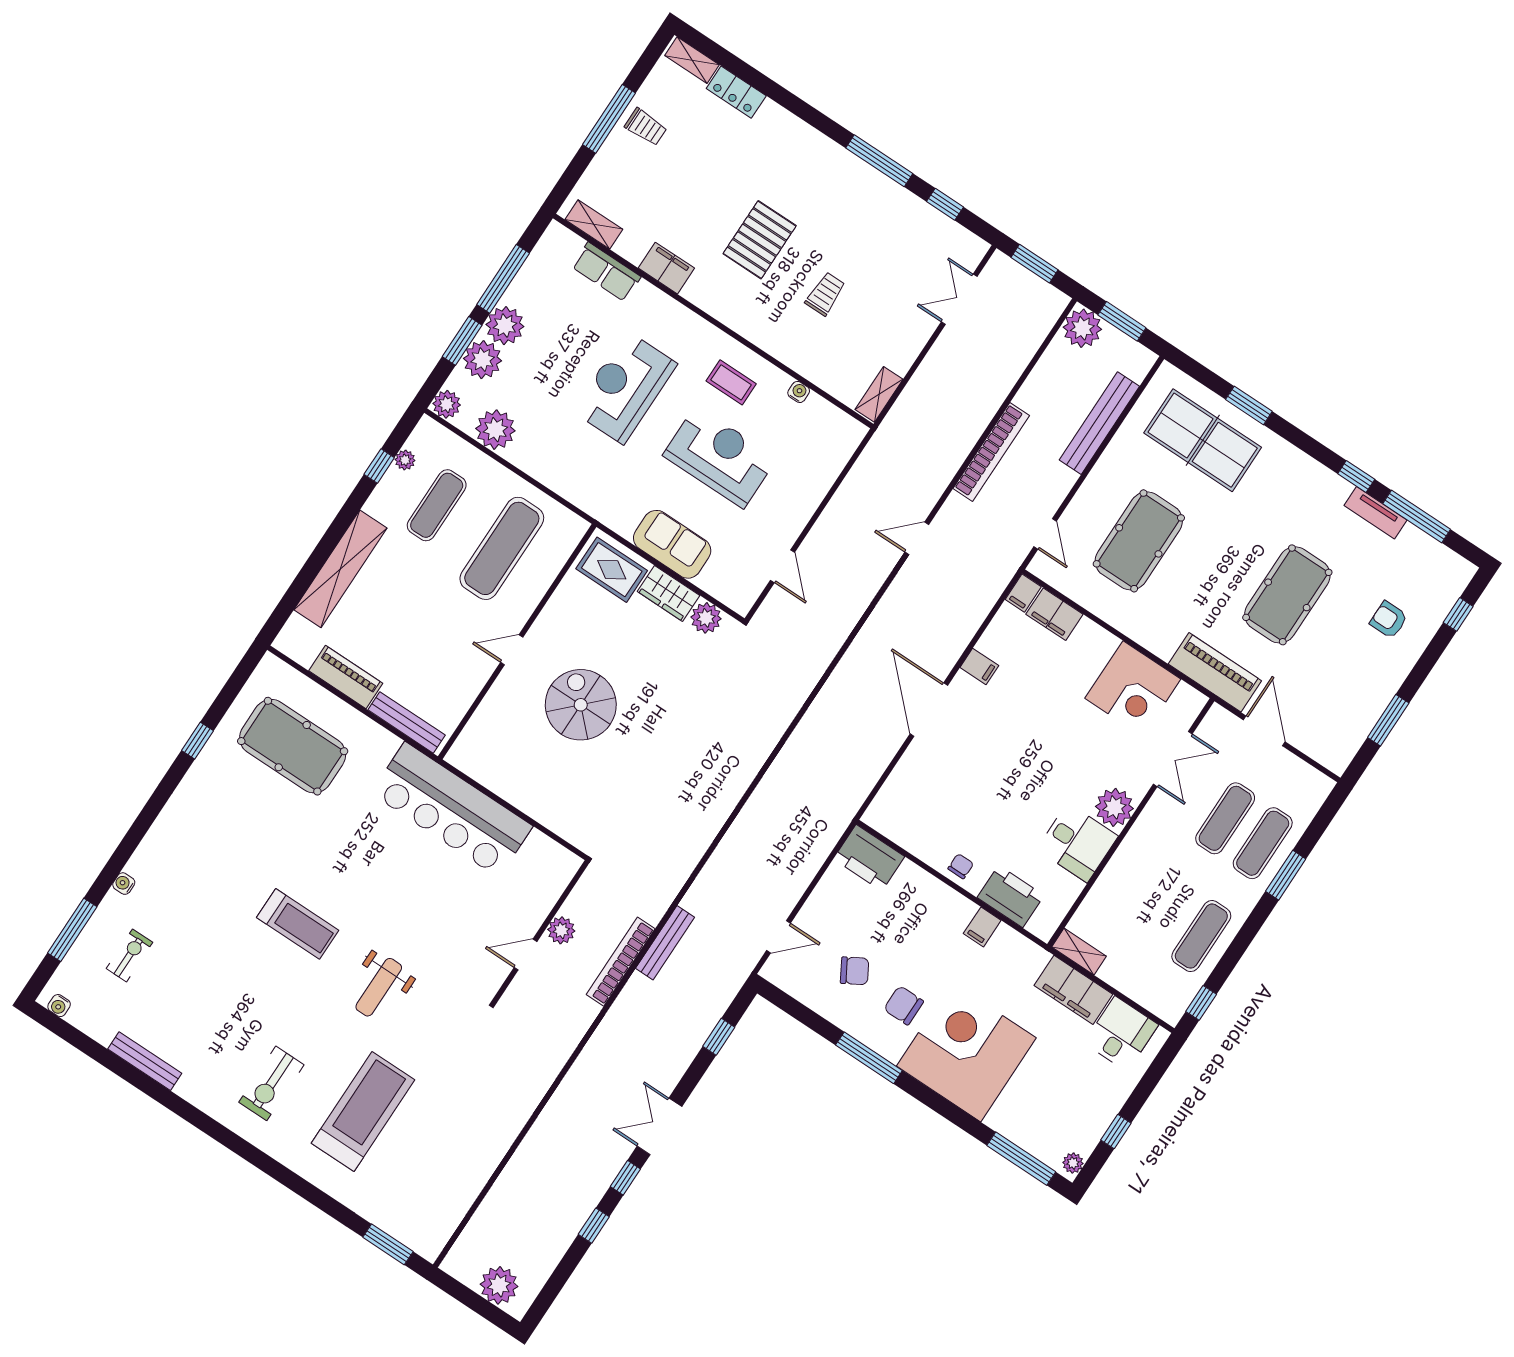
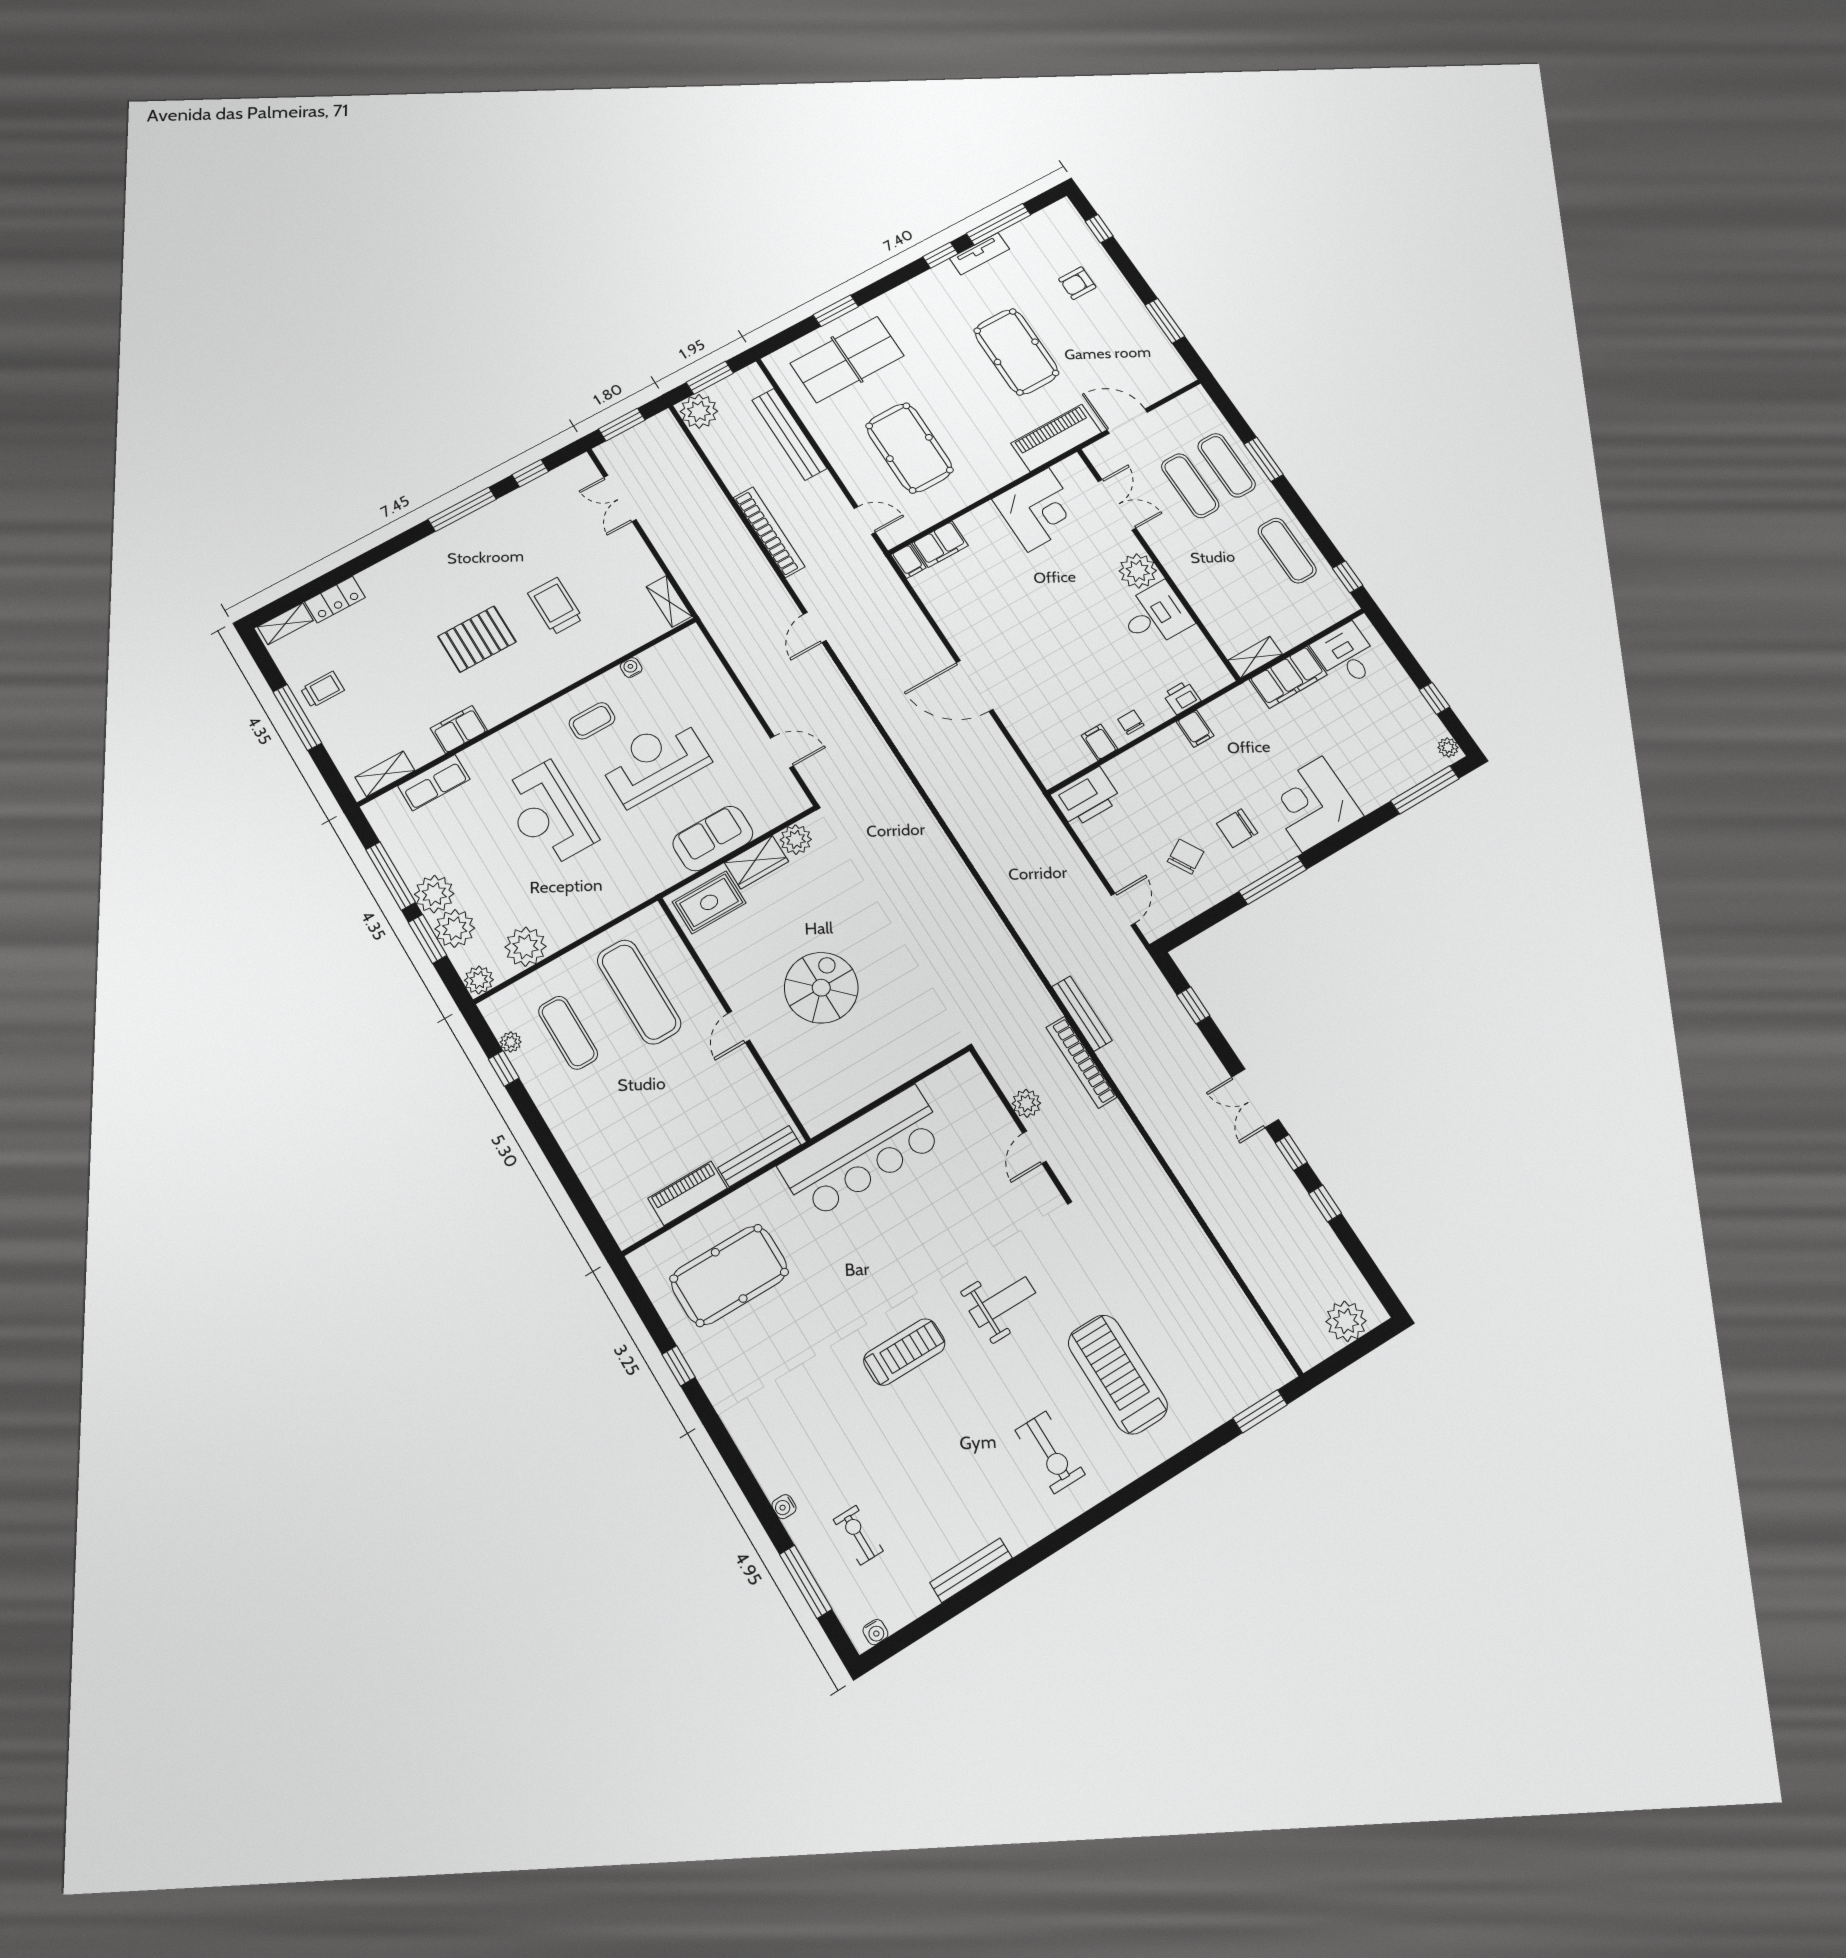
pallet: (760, 240) -> (477, 639), turned 90
trolley: (825, 294) -> (555, 606), width x1.36, depth x1.39
shelving: (340, 569) -> (582, 1150), removed
filing cabinet: (979, 667) -> (1099, 742), moved, turned -90
spiral stairs: (581, 705) -> (821, 988), turned 90
printer: (1011, 896) -> (1182, 697), width x0.53, depth x0.68
weight bench: (379, 987) -> (1002, 1302), turned -90
corner desk: (966, 1052) -> (1312, 804), width x0.74, depth x0.74

